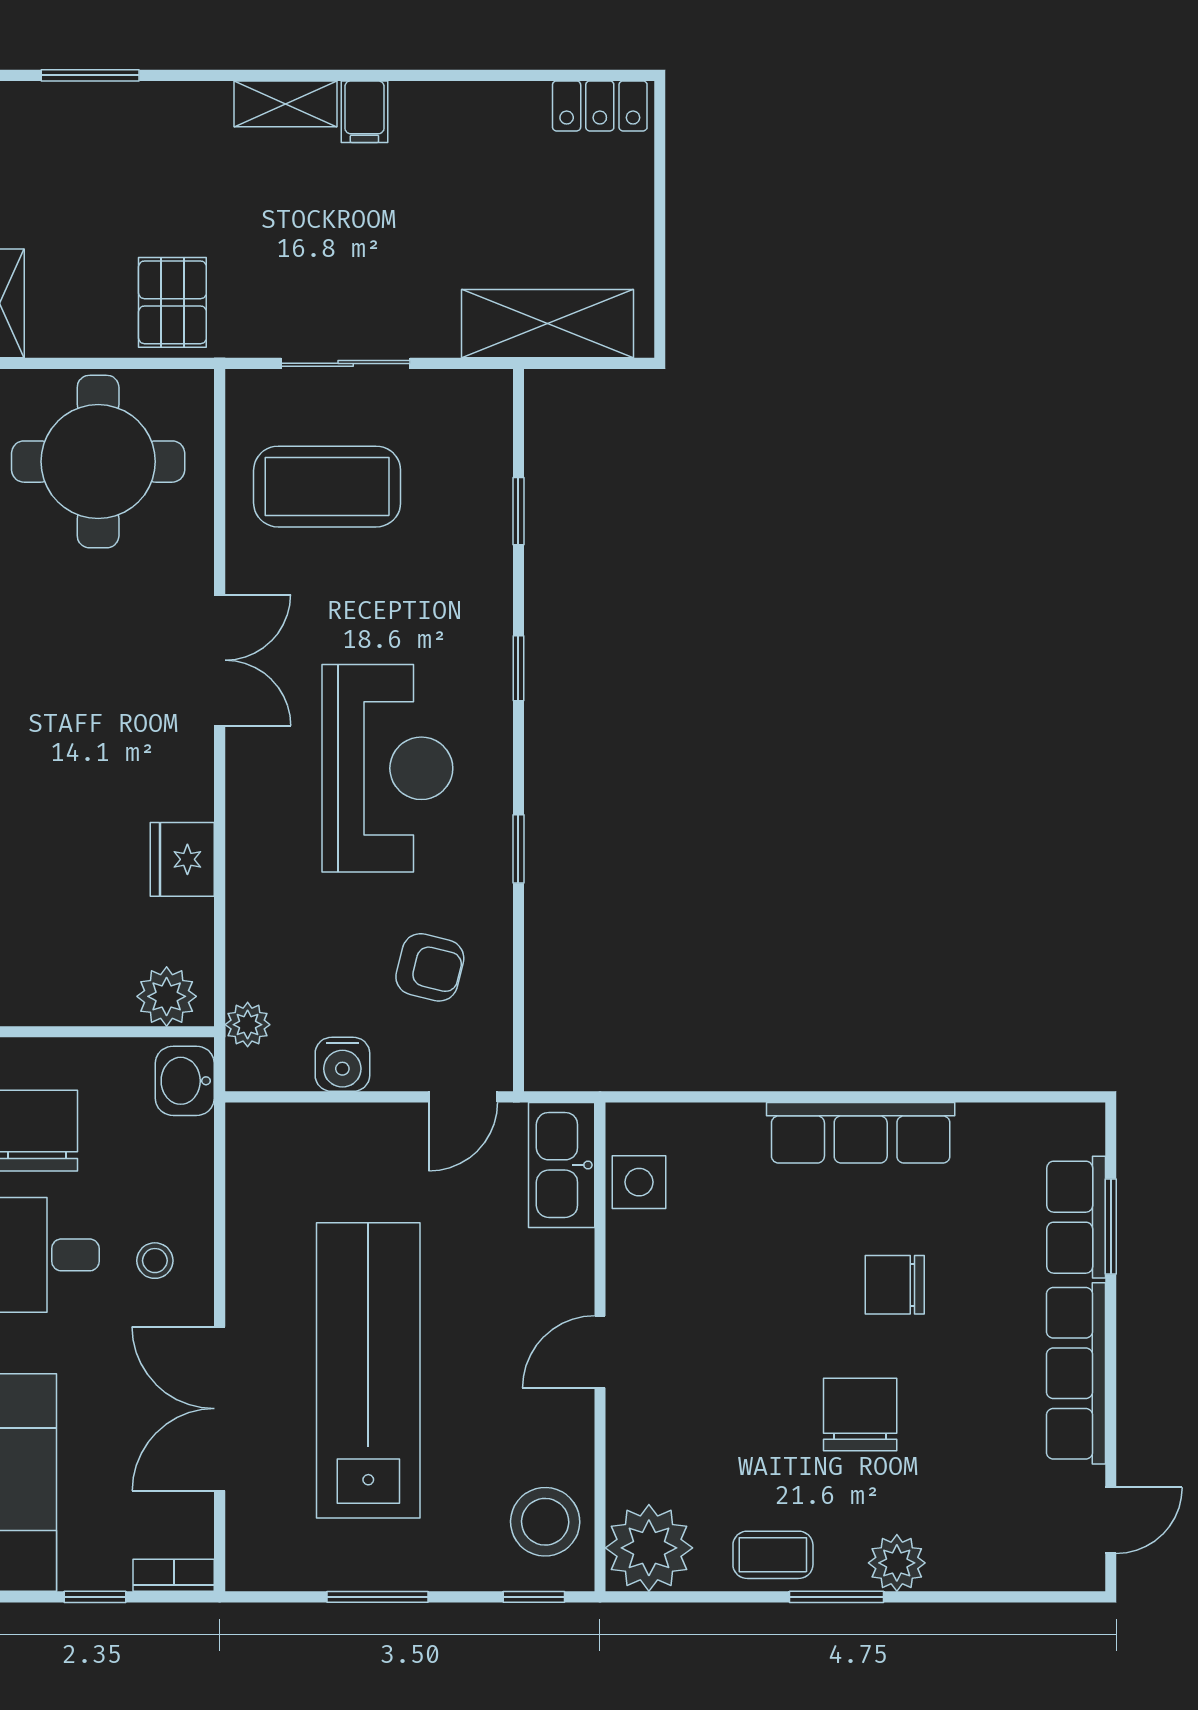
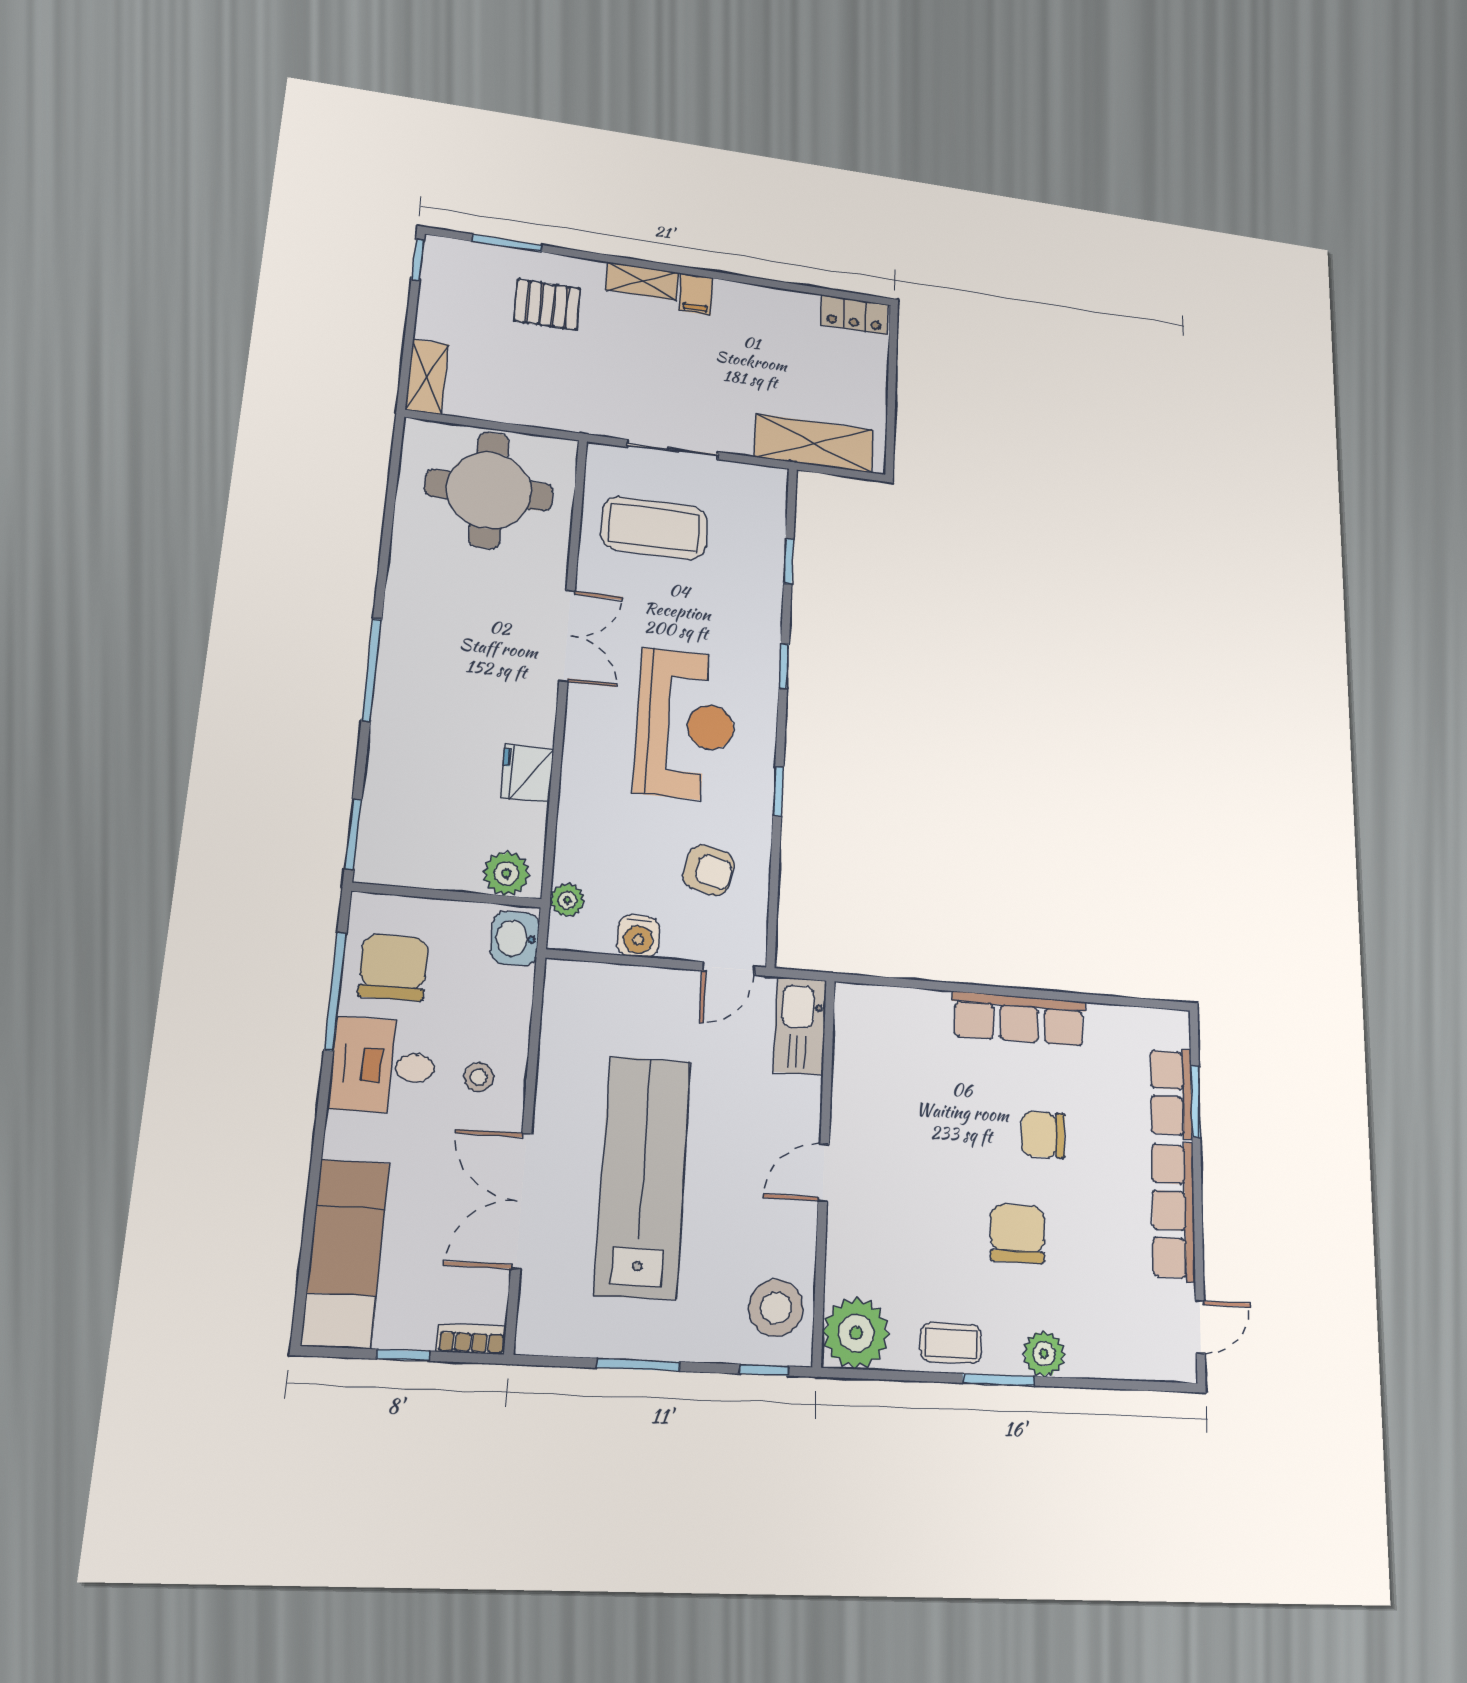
pallet: (172, 302) -> (547, 305), moved, turned 90
side table: (639, 1182) -> (857, 1043), removed

